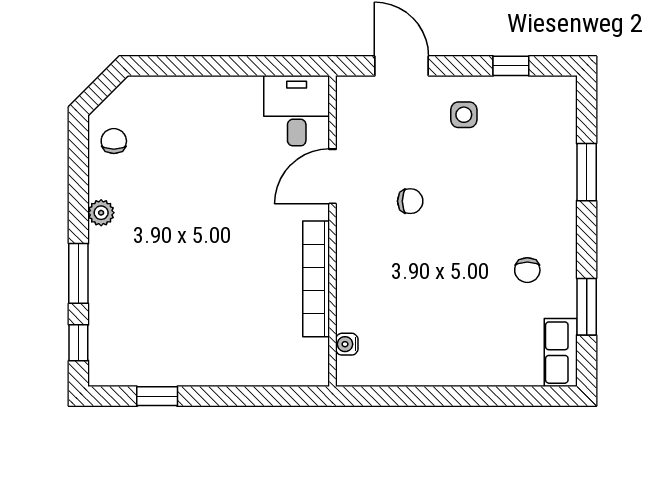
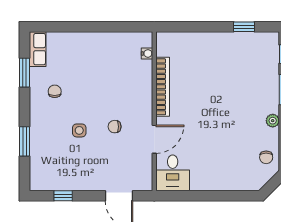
side table: (464, 115) -> (79, 130), moved

